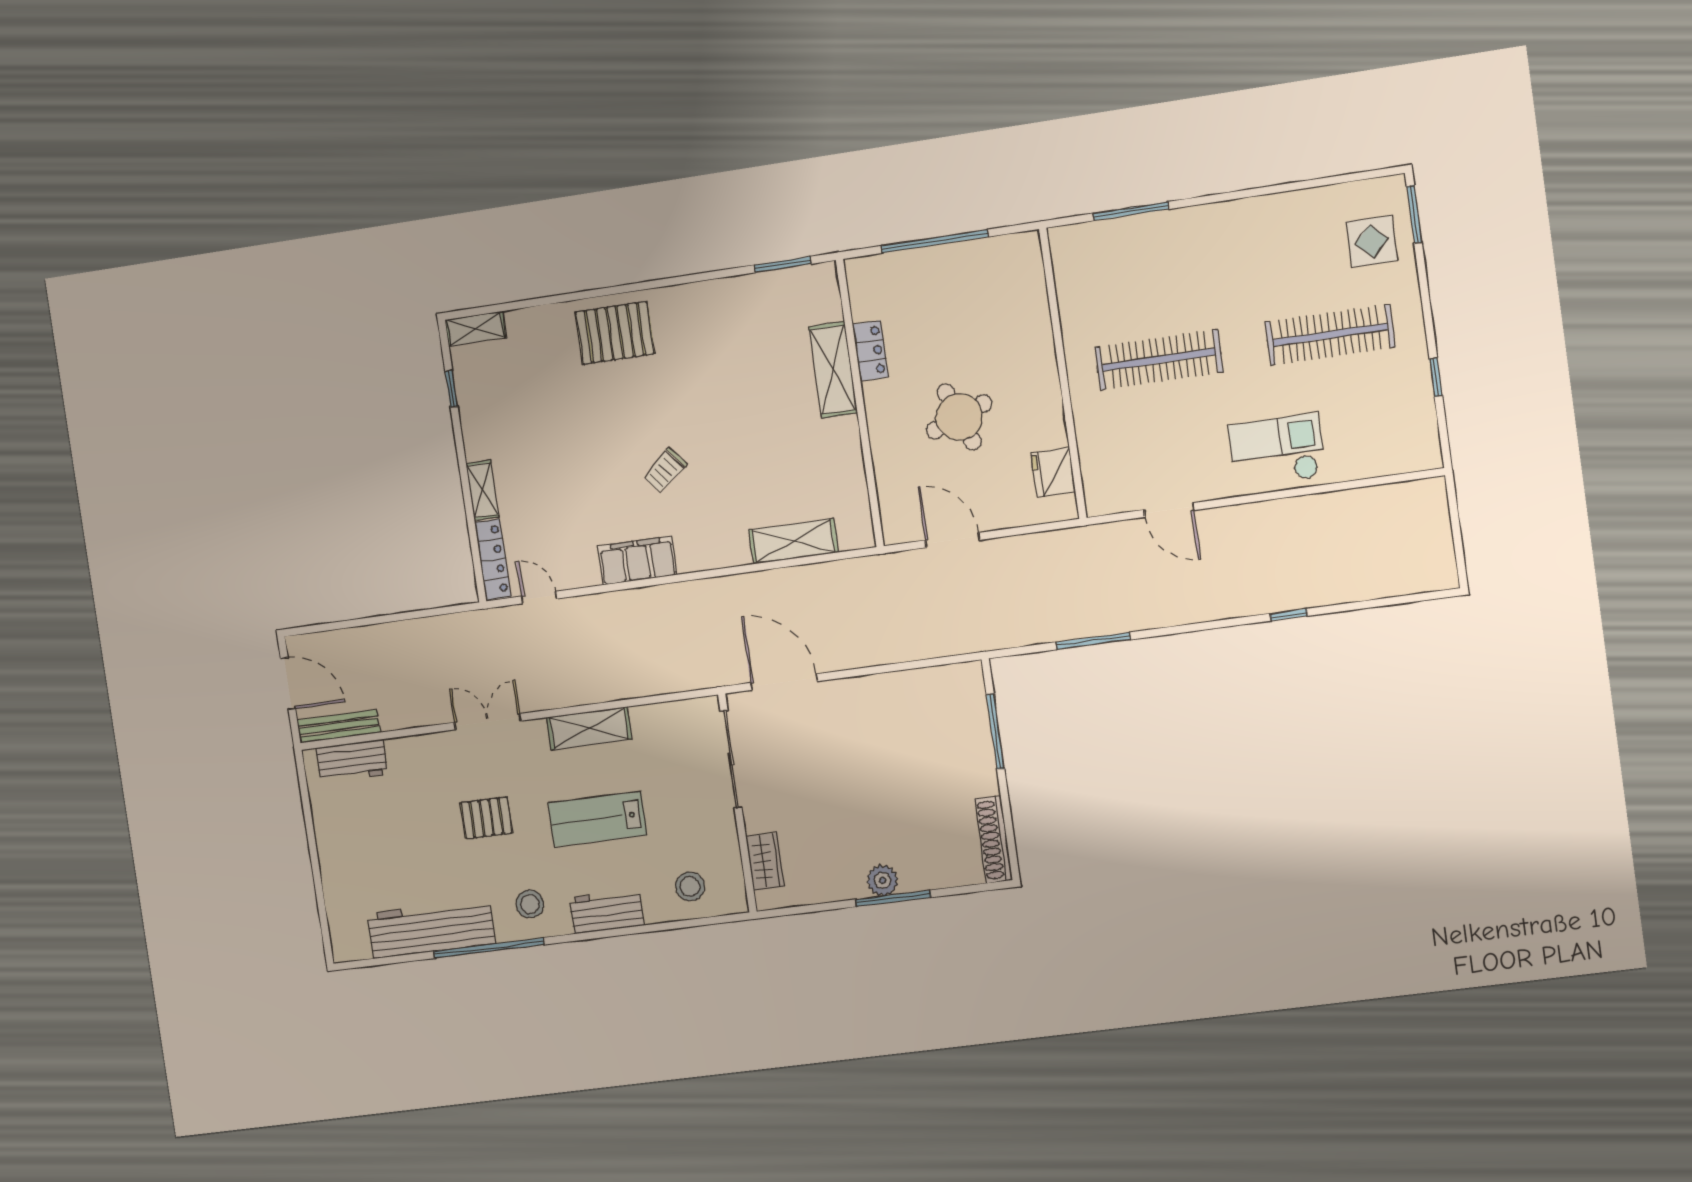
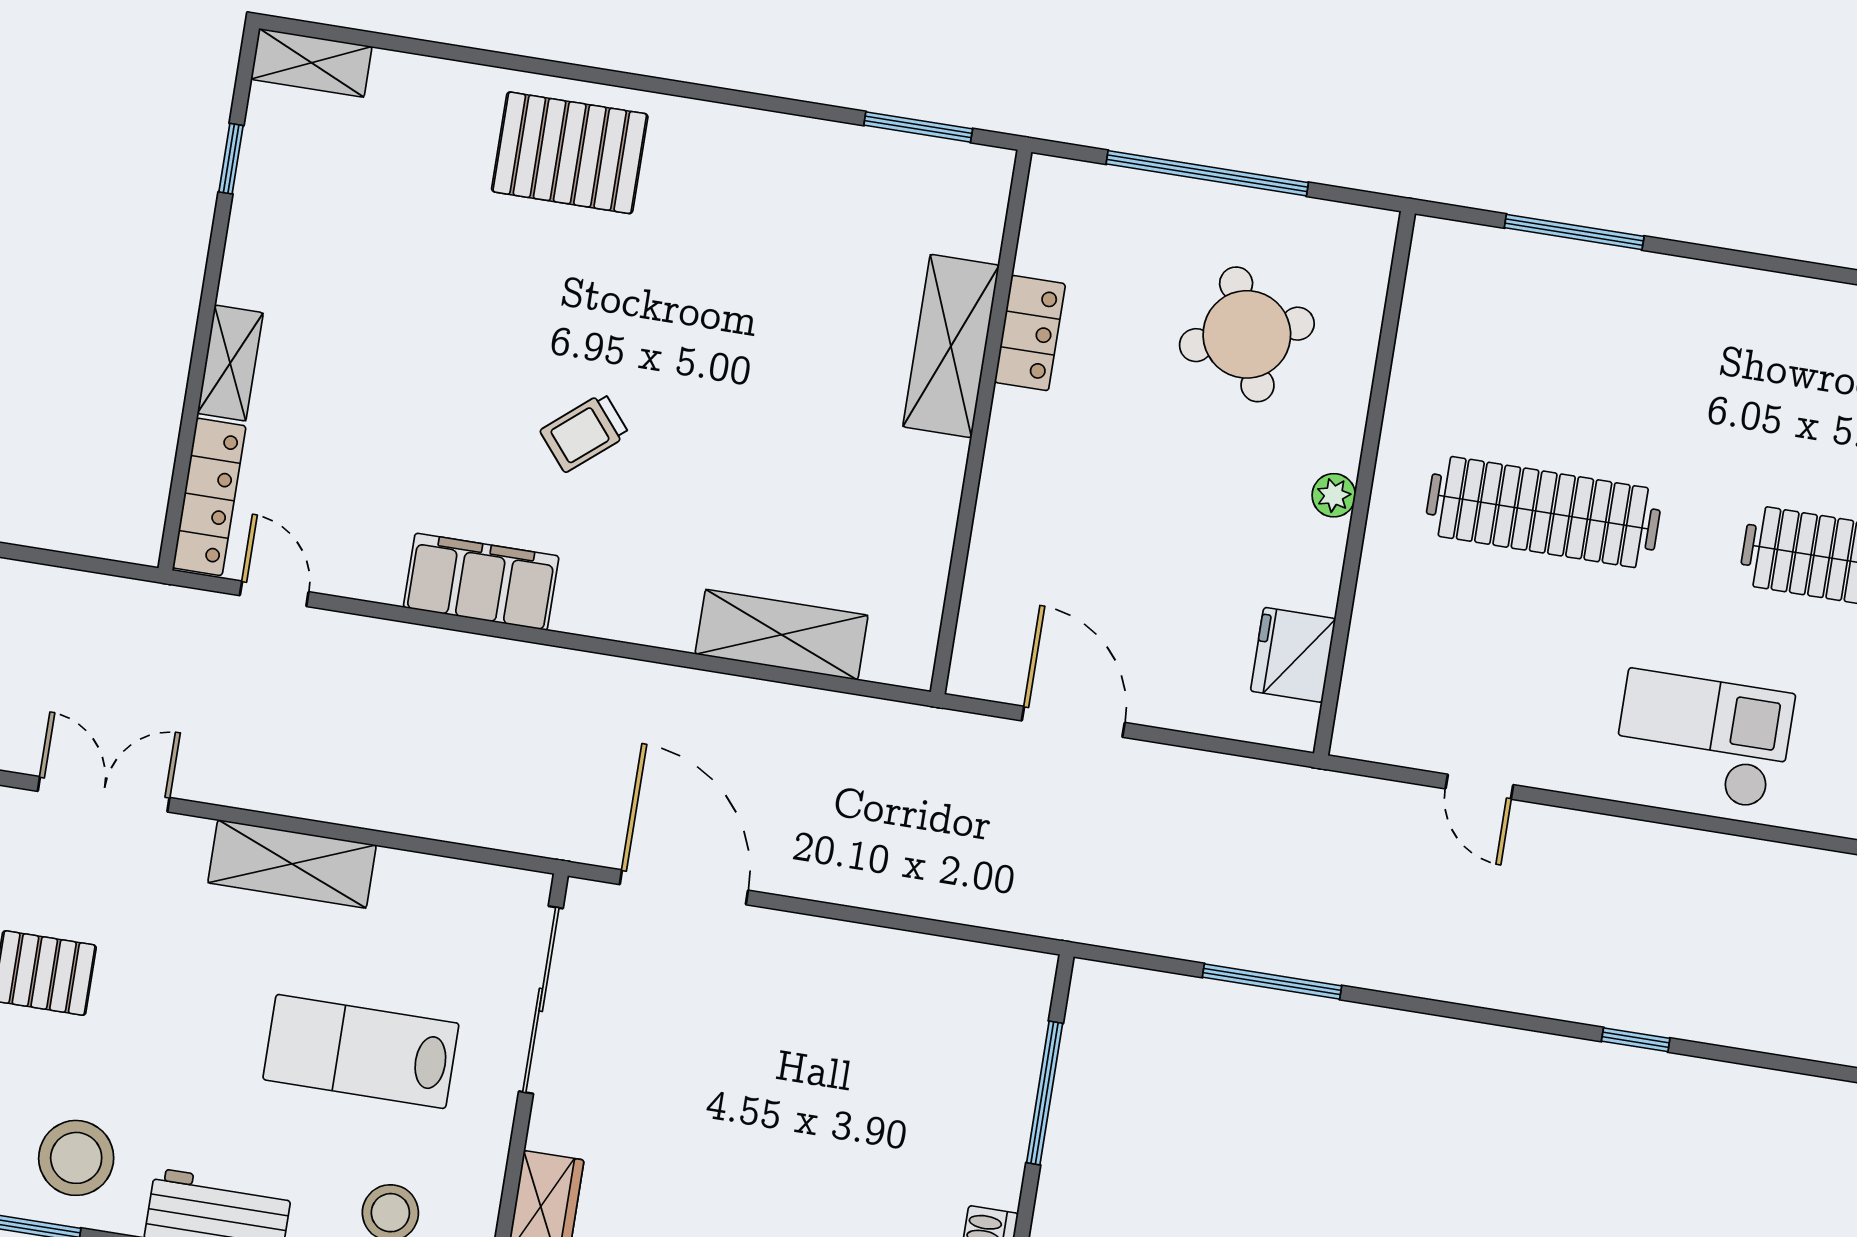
plant: (1049, 385) -> (1334, 495), added
round table: (959, 417) -> (1247, 334), moved
door: (1169, 510) -> (1479, 787), width x0.73
lab bench: (597, 819) -> (361, 1051), moved
stool: (530, 904) -> (76, 1158), width x1.38, depth x1.38

